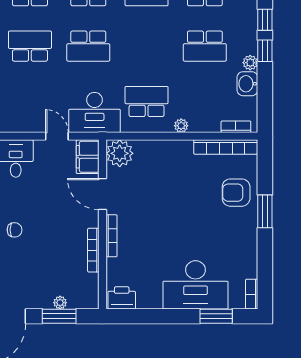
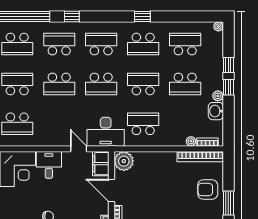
school desk: (30, 46) -> (59, 84), turned 180
school desk: (147, 46) -> (143, 84), added
plant: (181, 126) -> (191, 141), moved

